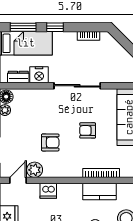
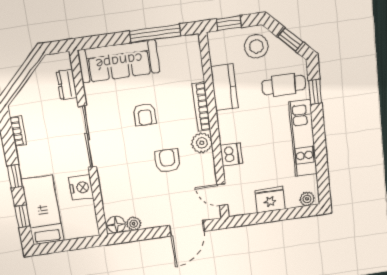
window: (23, 27) -> (22, 216), width x0.67
dresser: (18, 77) -> (67, 84), moved
plant: (35, 170) -> (202, 143), moved
bookcase: (101, 173) -> (201, 107), moved

